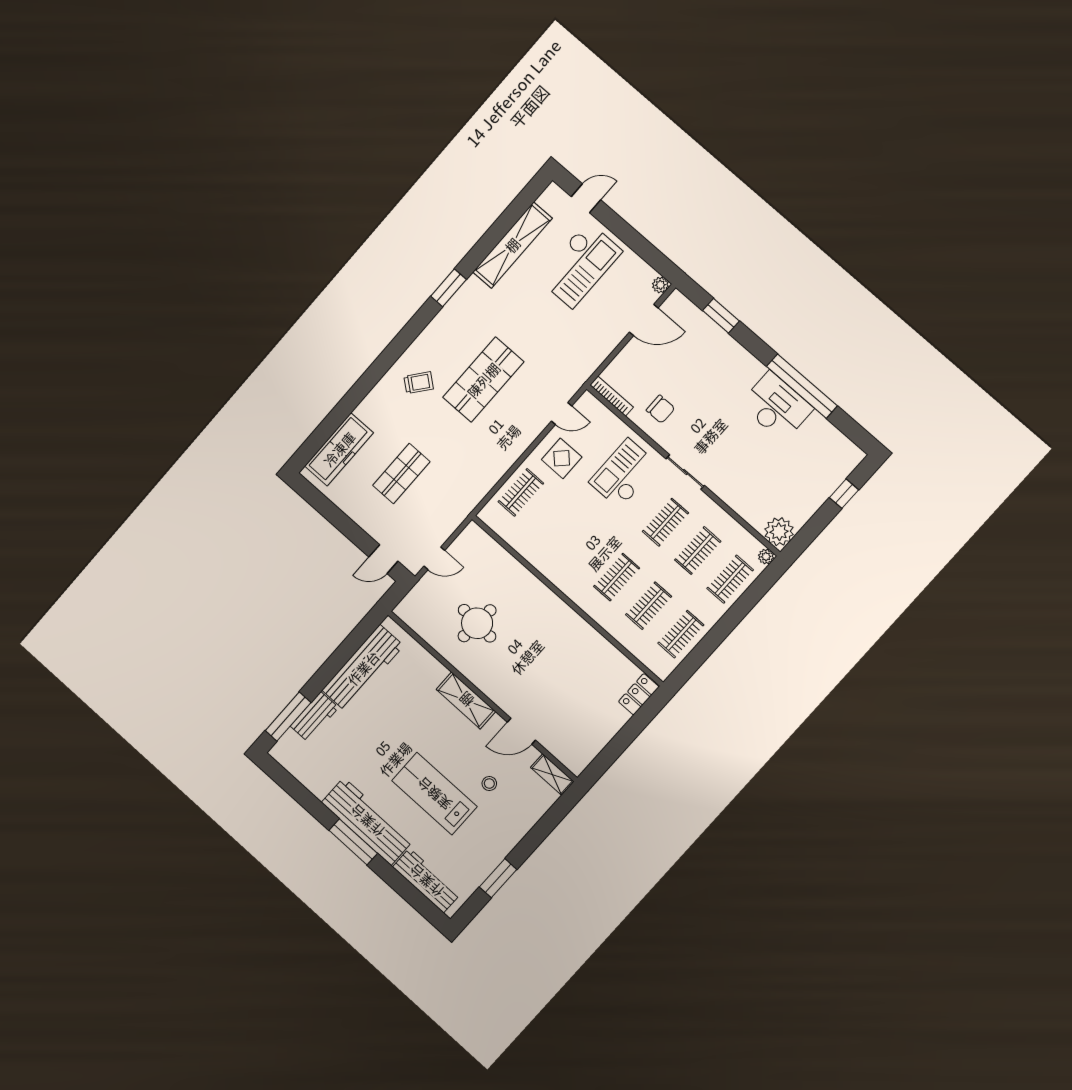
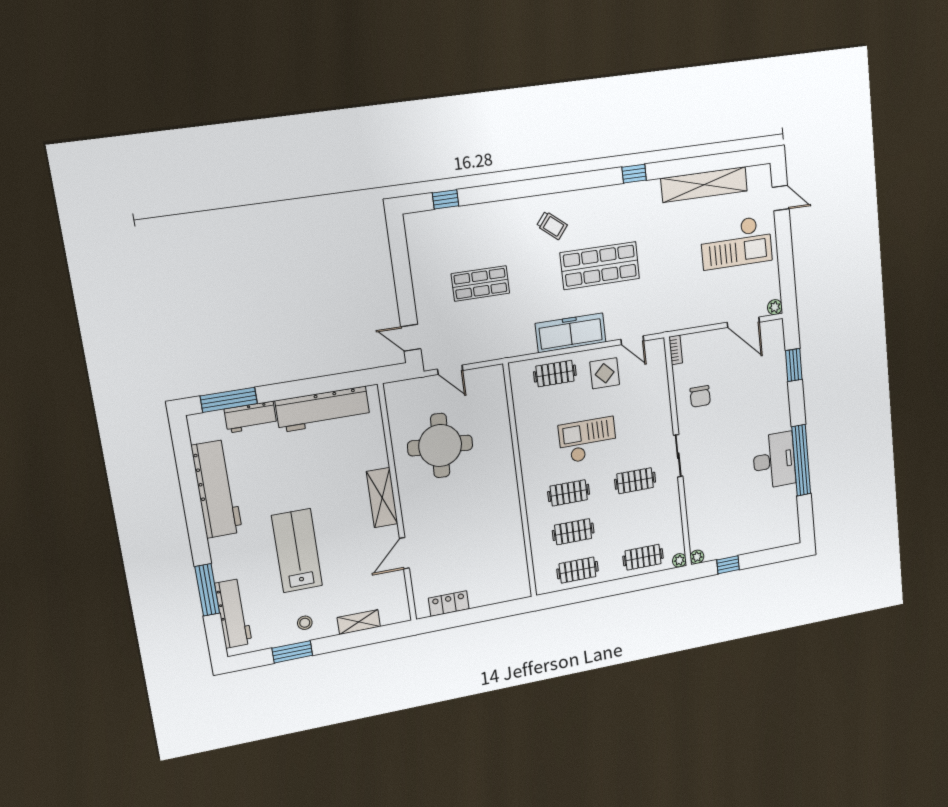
window: (449, 288) -> (634, 174), width x0.67
bookcase: (612, 396) -> (676, 350), width x0.64
window: (321, 435) -> (446, 199), added
freezer: (339, 449) -> (571, 333), moved, turned 180
checkout: (624, 474) -> (588, 440), moved
window: (844, 494) -> (728, 565), moved
plant: (779, 532) -> (697, 557), width x0.53, depth x0.53
clothes rail: (698, 551) -> (639, 519), removed
round table: (477, 623) -> (440, 446), width x1.36, depth x1.36
locker: (639, 694) -> (449, 604), moved
door: (521, 731) -> (404, 553), hinge flipped
shelving: (552, 774) -> (359, 622), moved, turned 90
stool: (489, 784) -> (305, 623), moved
workbench: (367, 821) -> (217, 489), moved
window: (353, 842) -> (207, 590), moved

